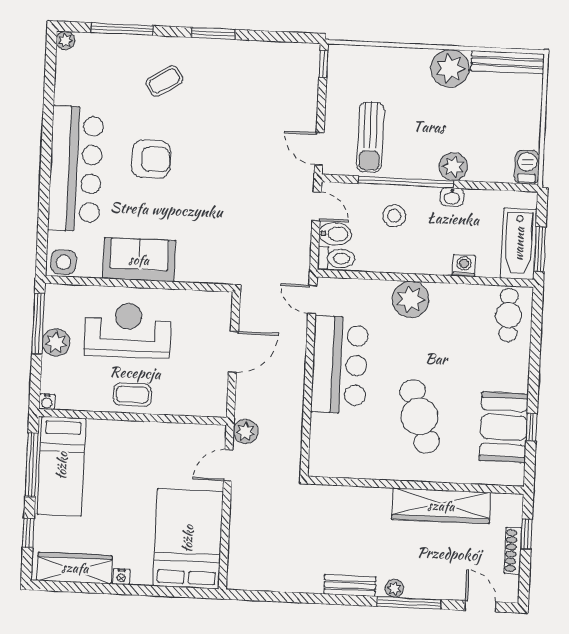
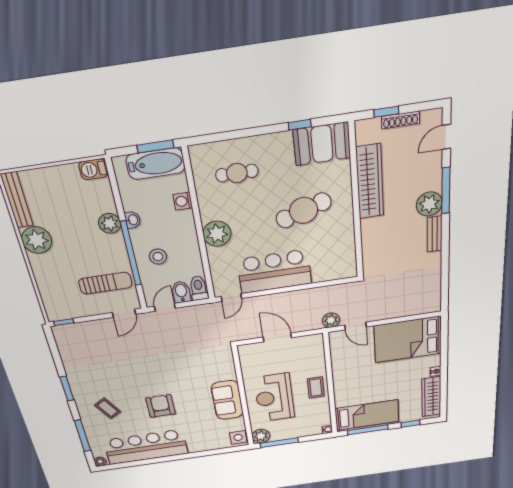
bar counter: (76, 169) -> (146, 447), moved
cafe table: (509, 315) -> (237, 173), moved
plant: (56, 343) -> (261, 436), moved
booth: (504, 427) -> (322, 144), moved
plant: (394, 588) -> (429, 204), width x1.87, depth x1.87

